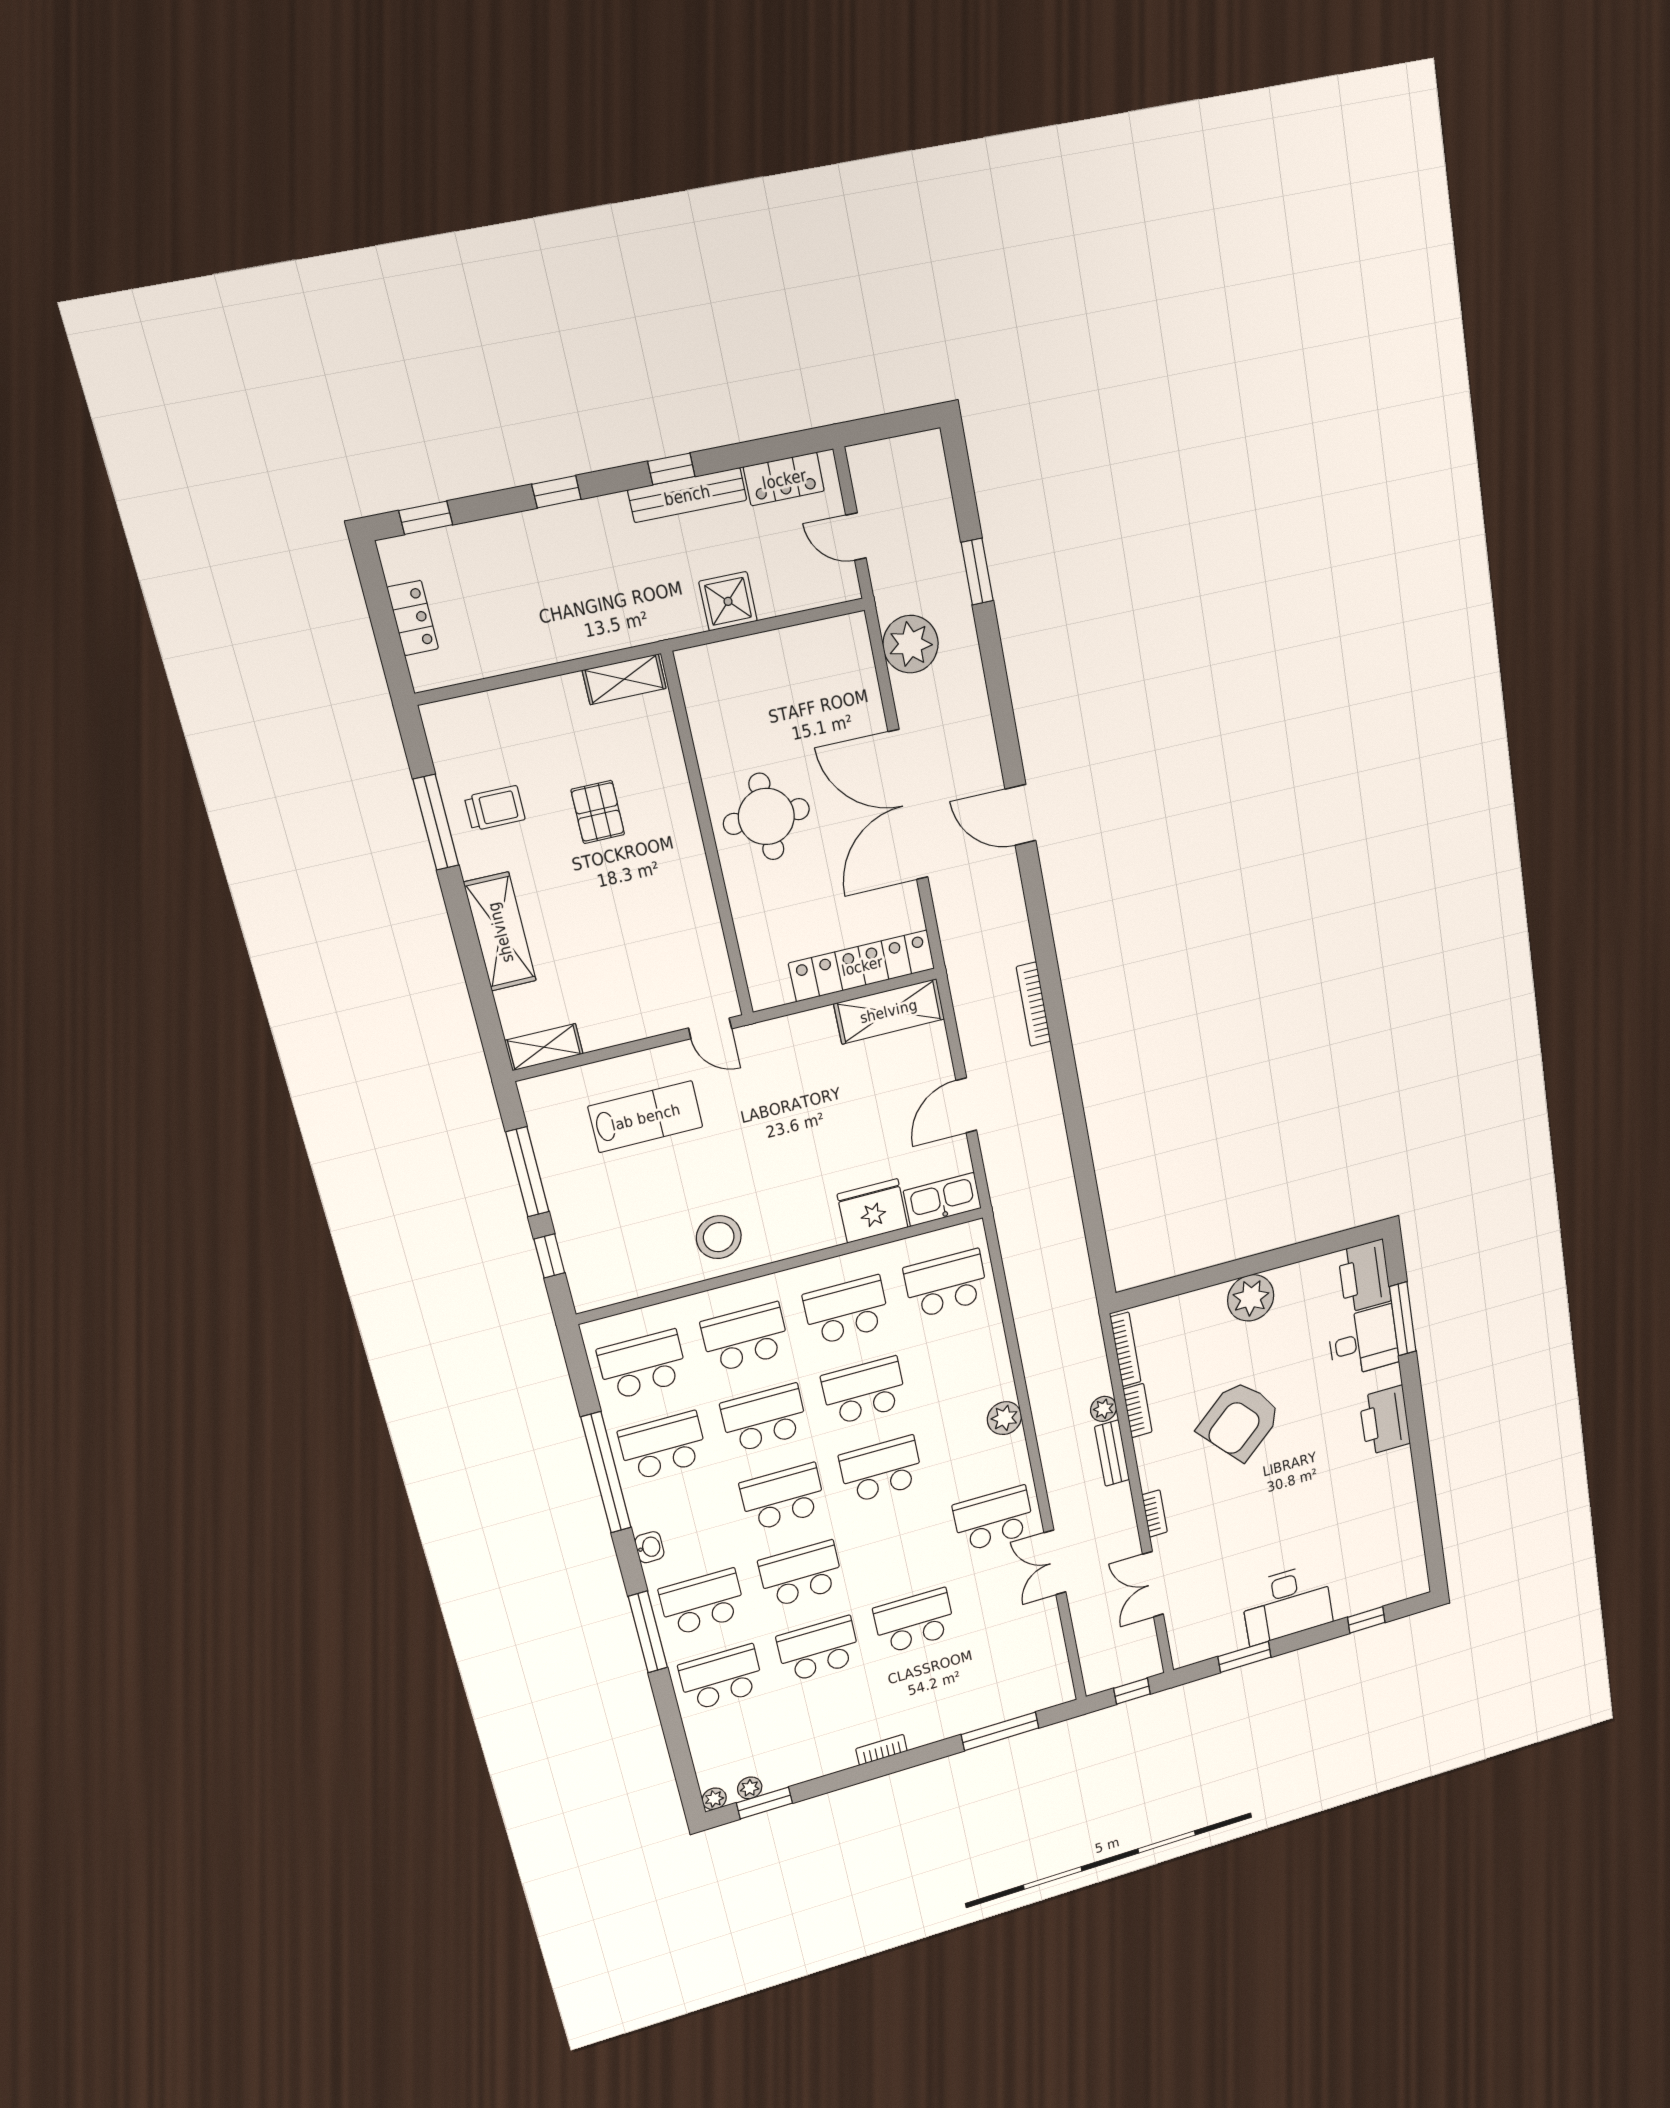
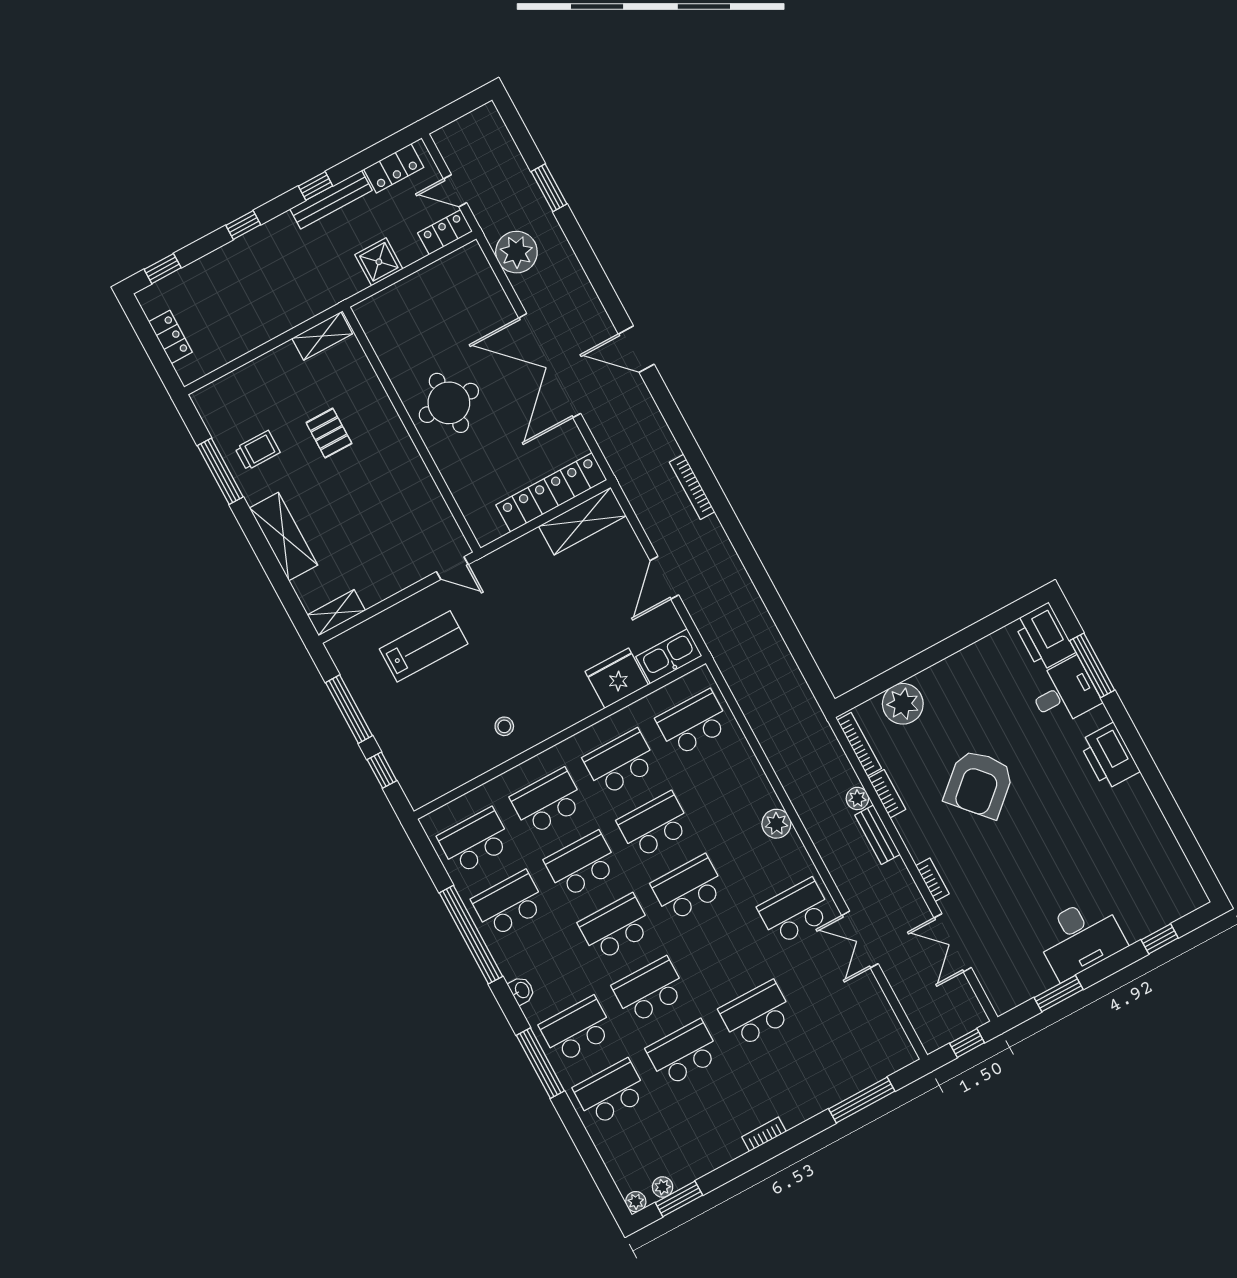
locker: (827, 588) -> (445, 232), added
stool: (719, 1237) -> (504, 726), width x0.53, depth x0.53
plant: (1251, 1298) -> (903, 704), moved

